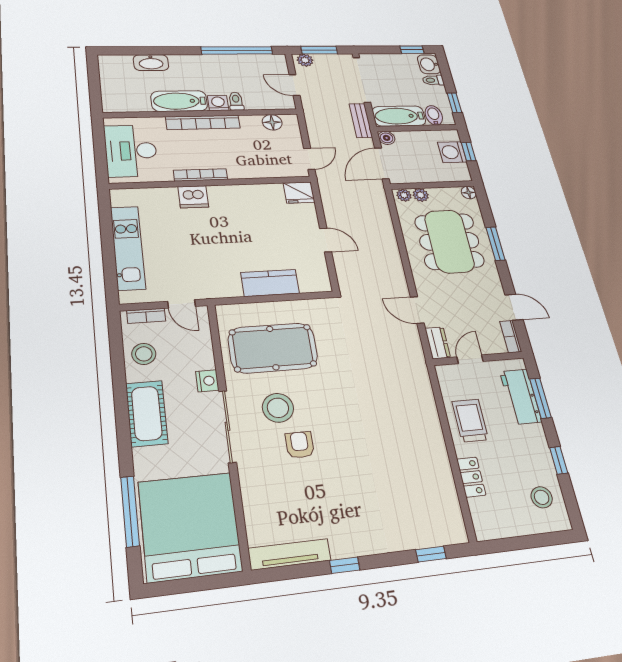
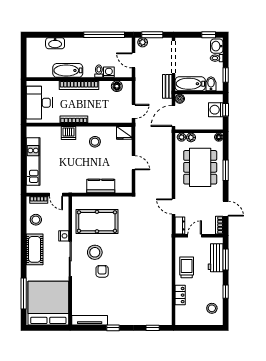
washing machine: (218, 103) -> (109, 72), moved
stool: (246, 209) -> (95, 142), added

